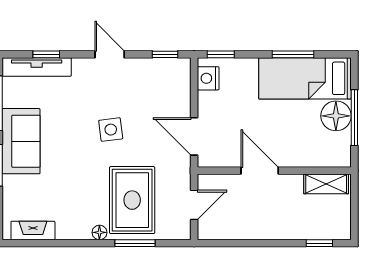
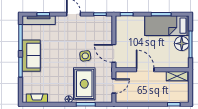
nightstand: (208, 78) -> (121, 26), removed
side table: (111, 130) -> (85, 56), moved

